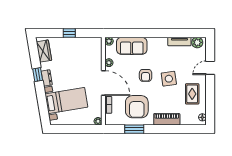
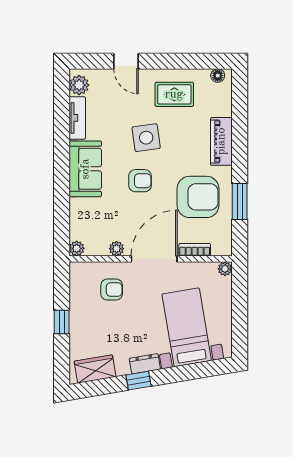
sofa: (132, 46) -> (85, 169), moved
armchair: (87, 60) -> (112, 290), added

